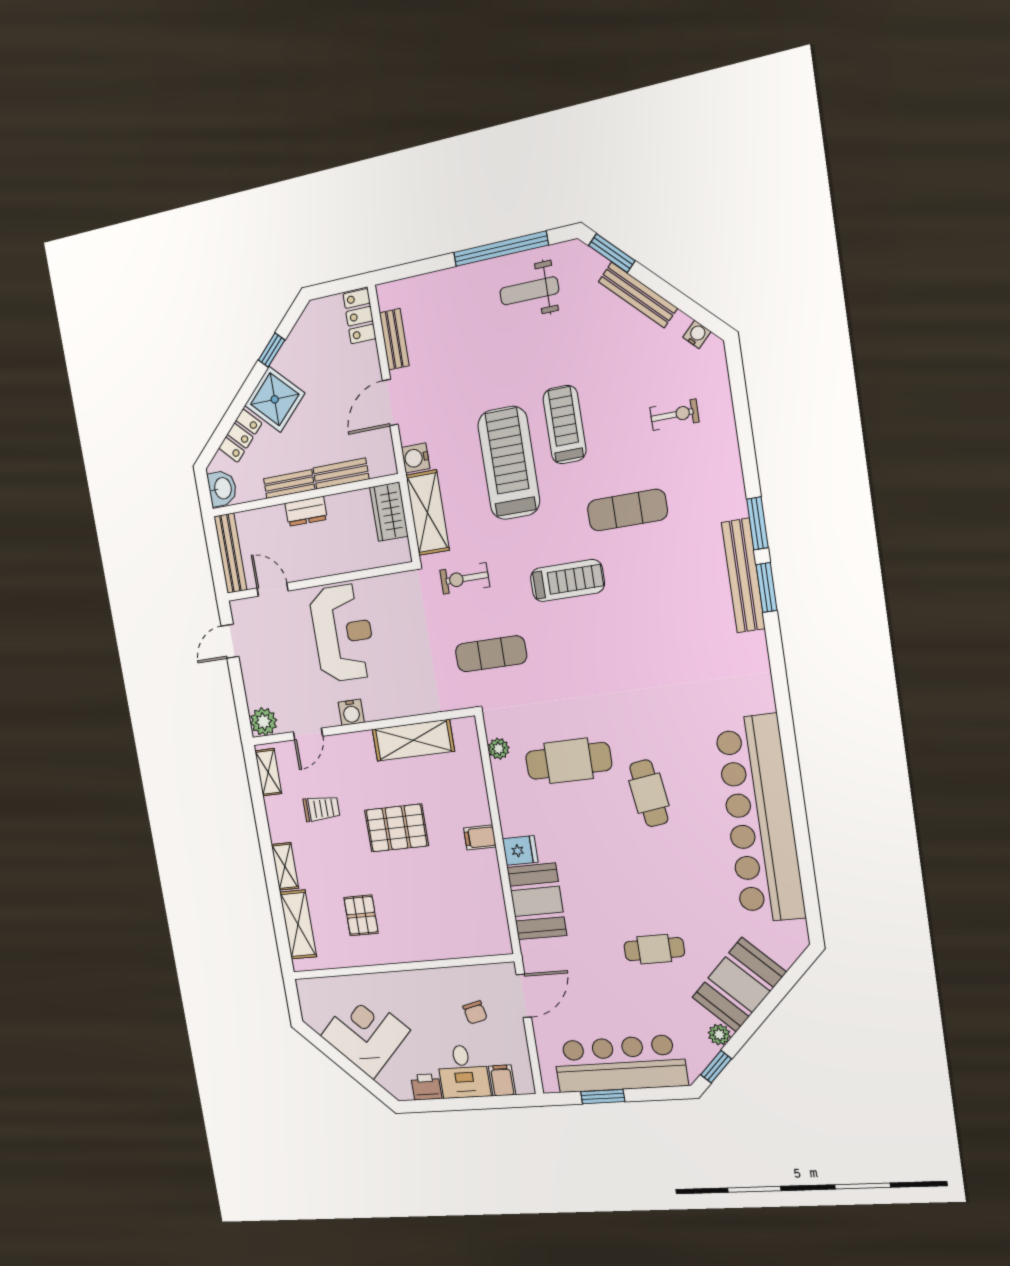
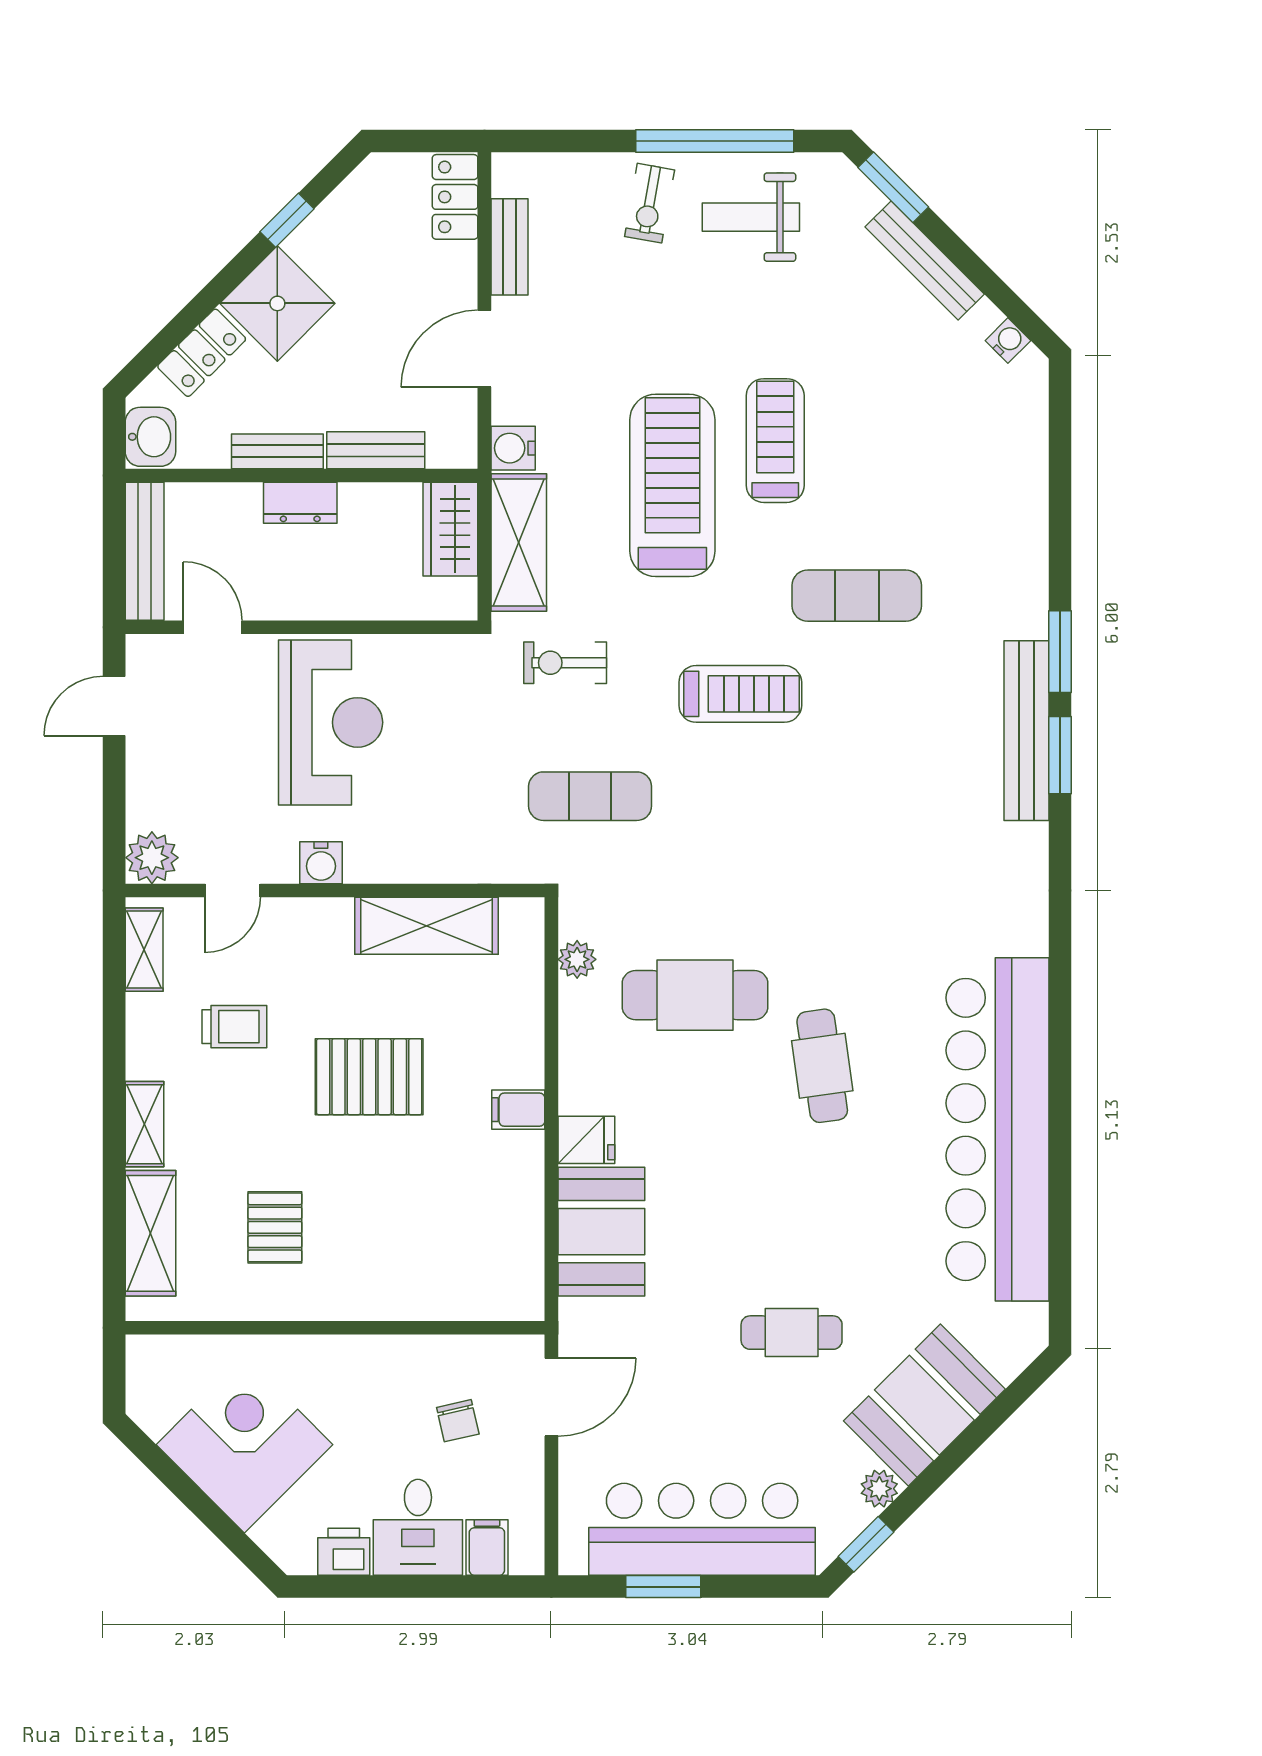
exercise bike: (674, 415) -> (650, 203), moved, turned 100

